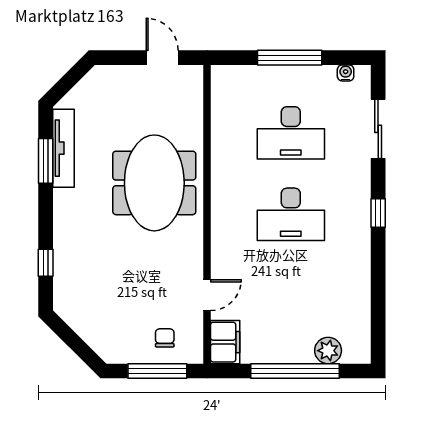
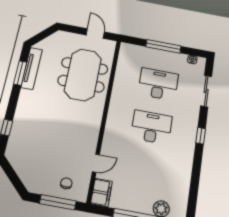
desk: (291, 133) -> (158, 84), turned 180
meeting table: (154, 183) -> (83, 75), moved
desk: (291, 214) -> (151, 127), turned 180

